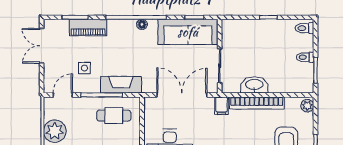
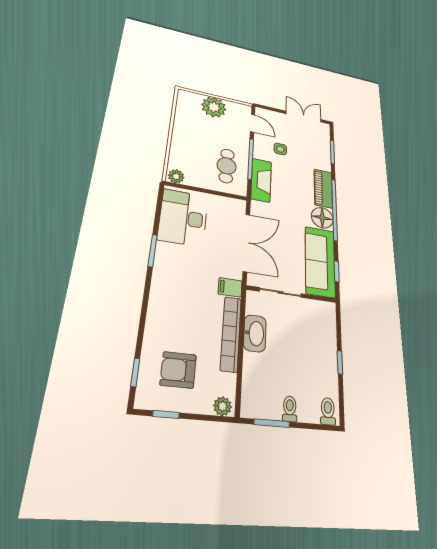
floor lamp: (142, 24) -> (322, 218), width x1.89, depth x1.89
piano: (88, 27) -> (323, 189), moved

